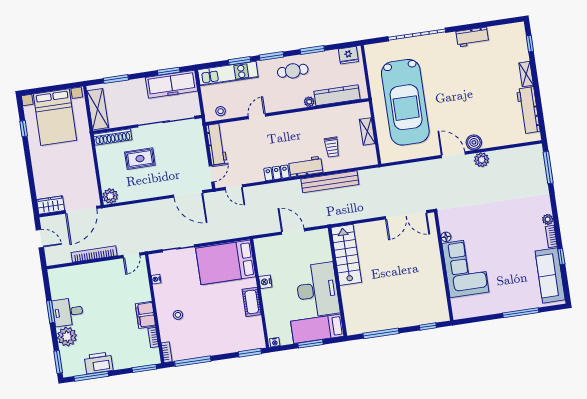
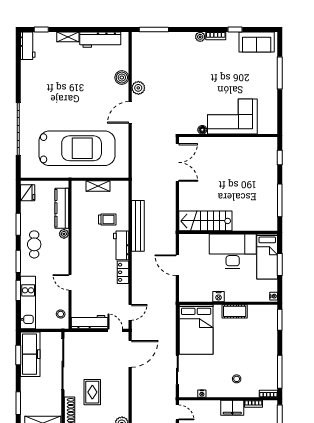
workbench: (472, 37) -> (28, 46), moved
boiler: (474, 142) -> (122, 78), moved
door: (293, 231) -> (177, 265), hinge flipped
sofa: (550, 275) -> (257, 42), width x0.73

